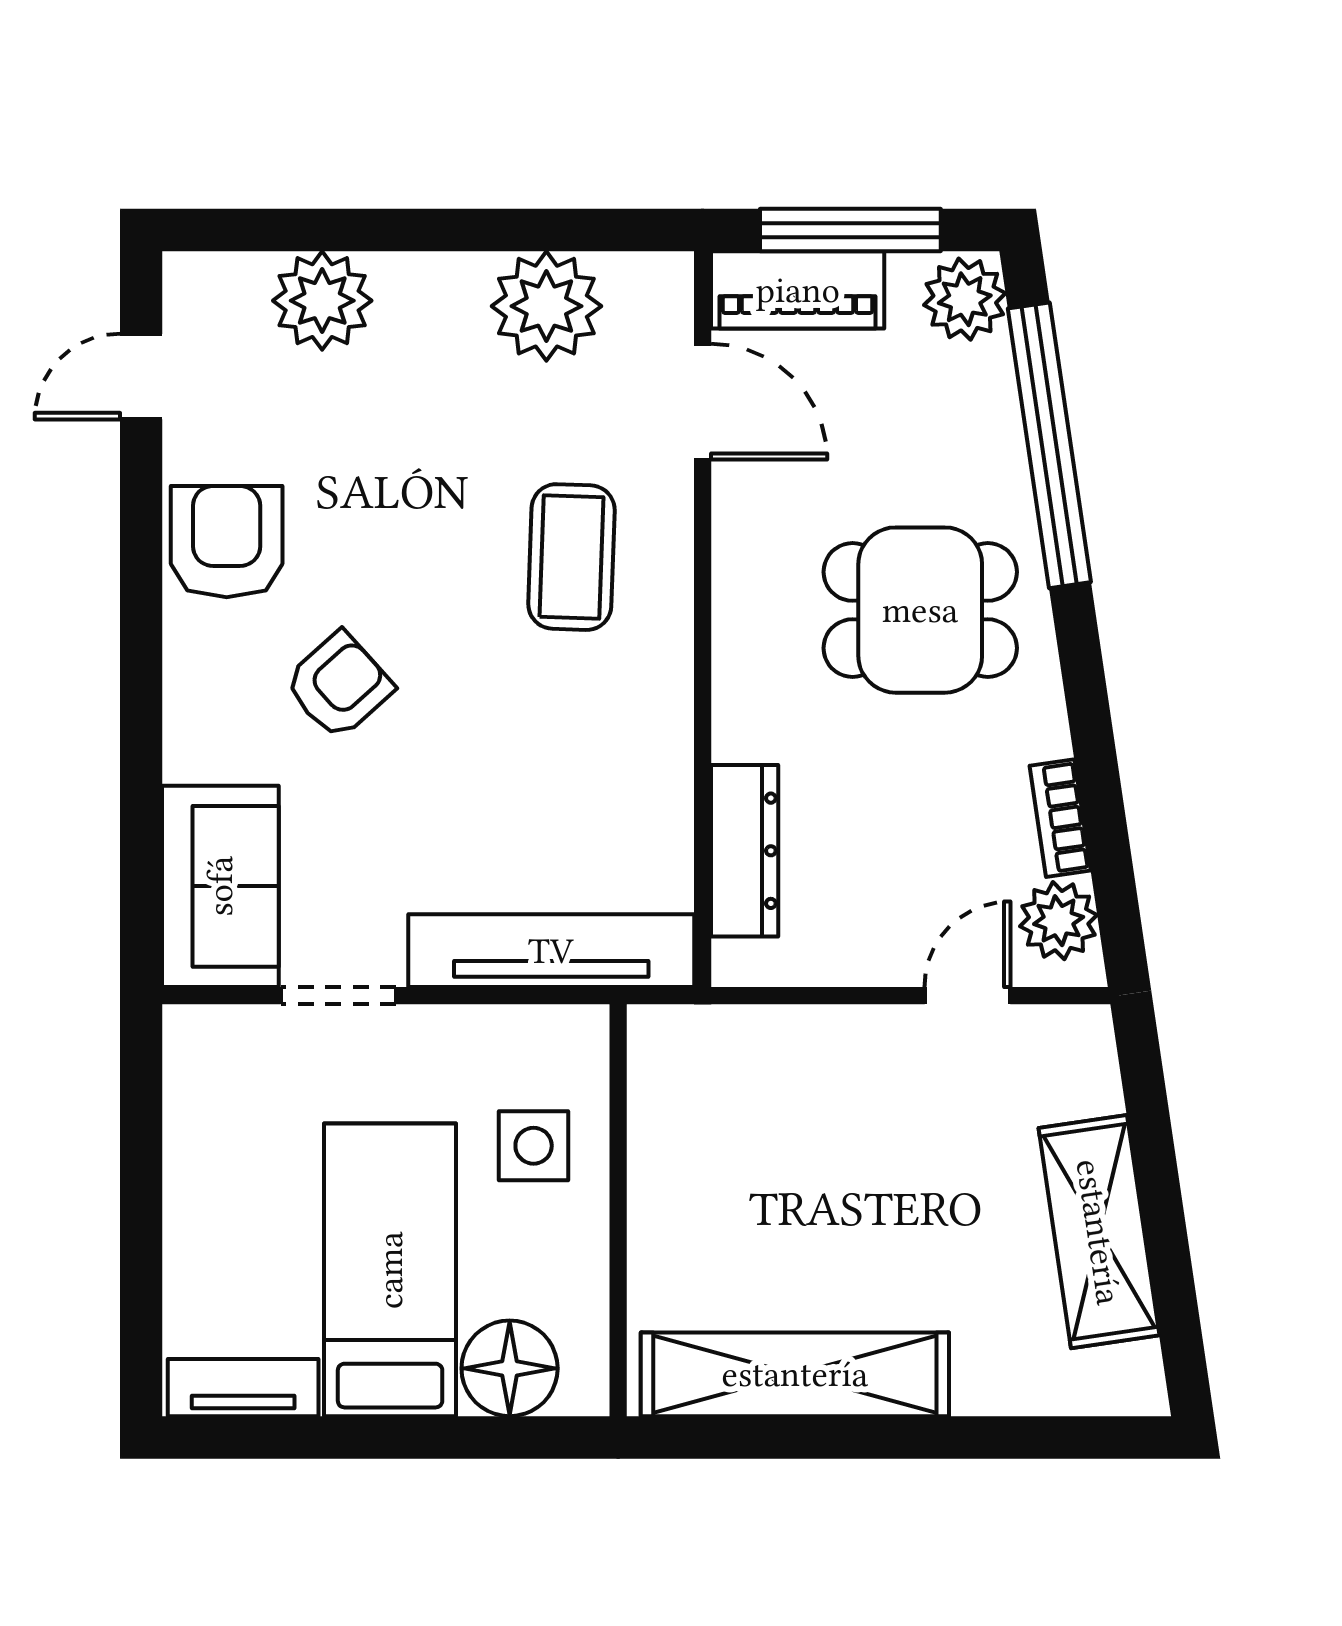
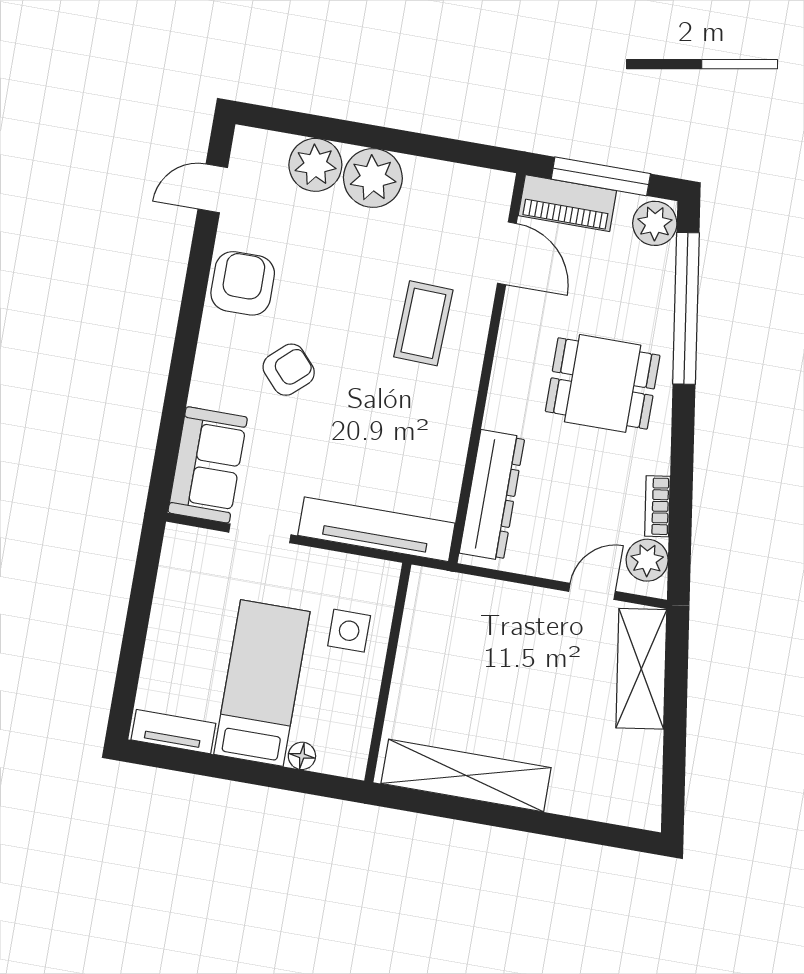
plant: (546, 306) -> (373, 178), moved
dresser: (745, 851) -> (492, 495), width x1.37, depth x1.24
shelving: (1099, 1232) -> (641, 669), moved
floor lamp: (510, 1368) -> (302, 756), width x0.53, depth x0.53

